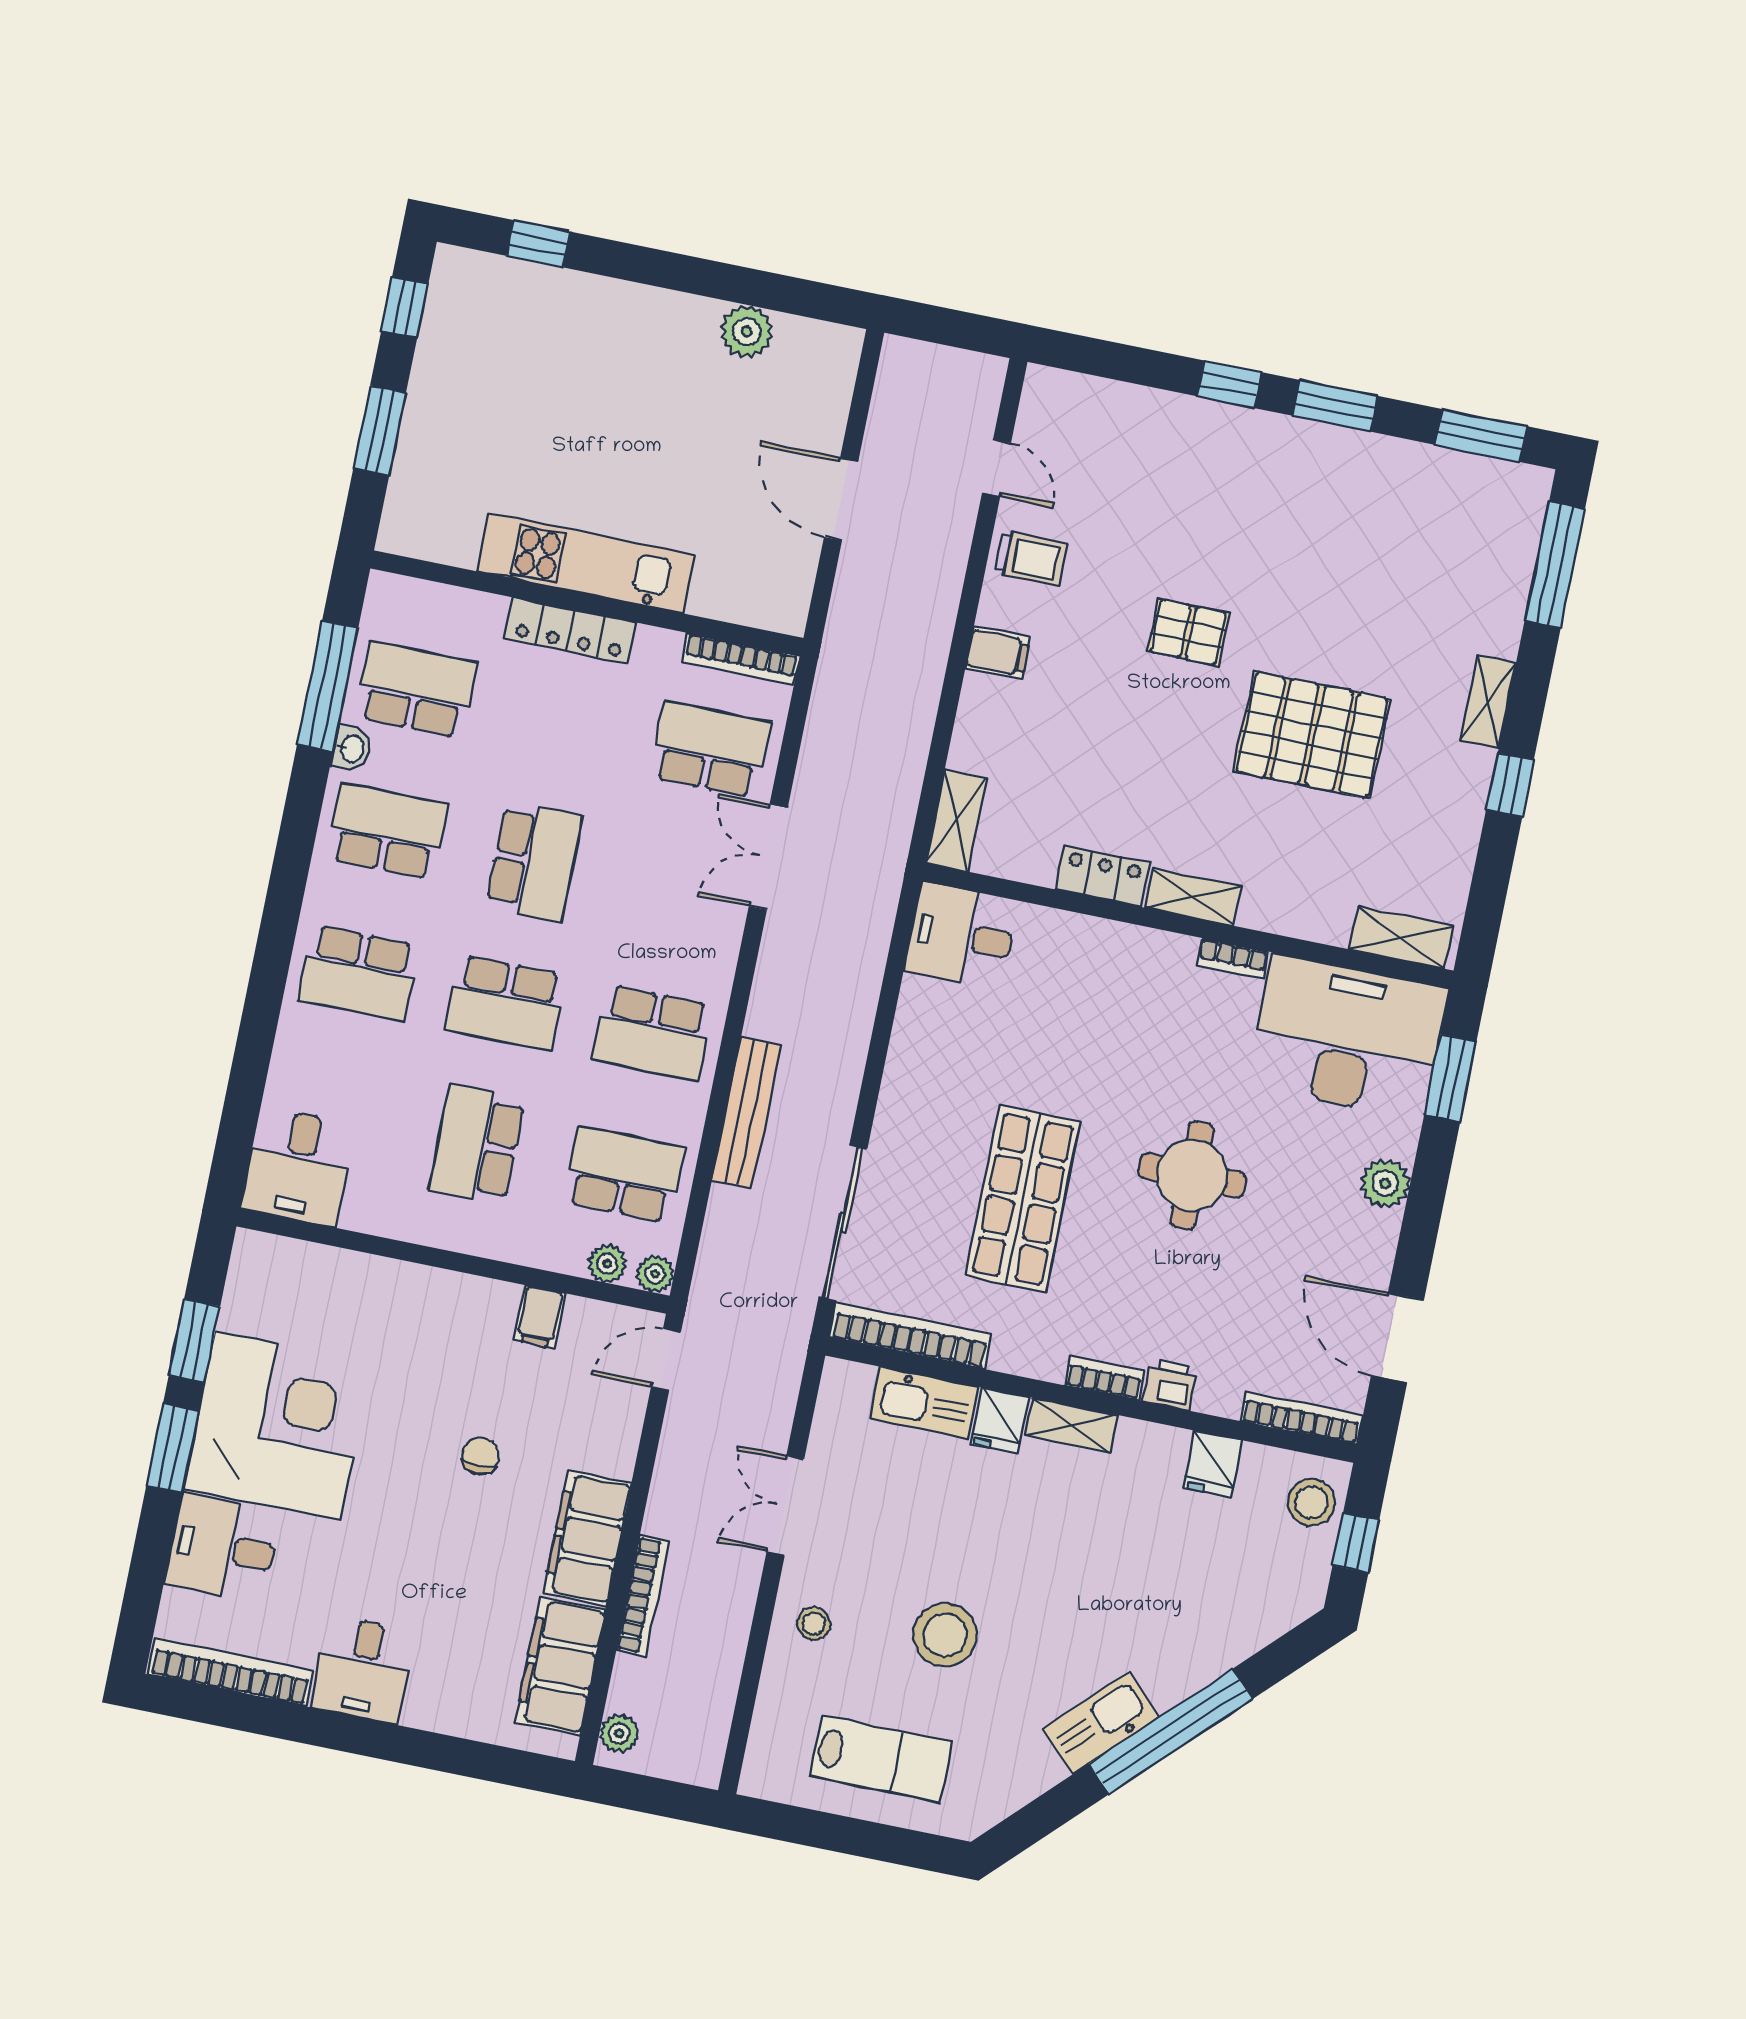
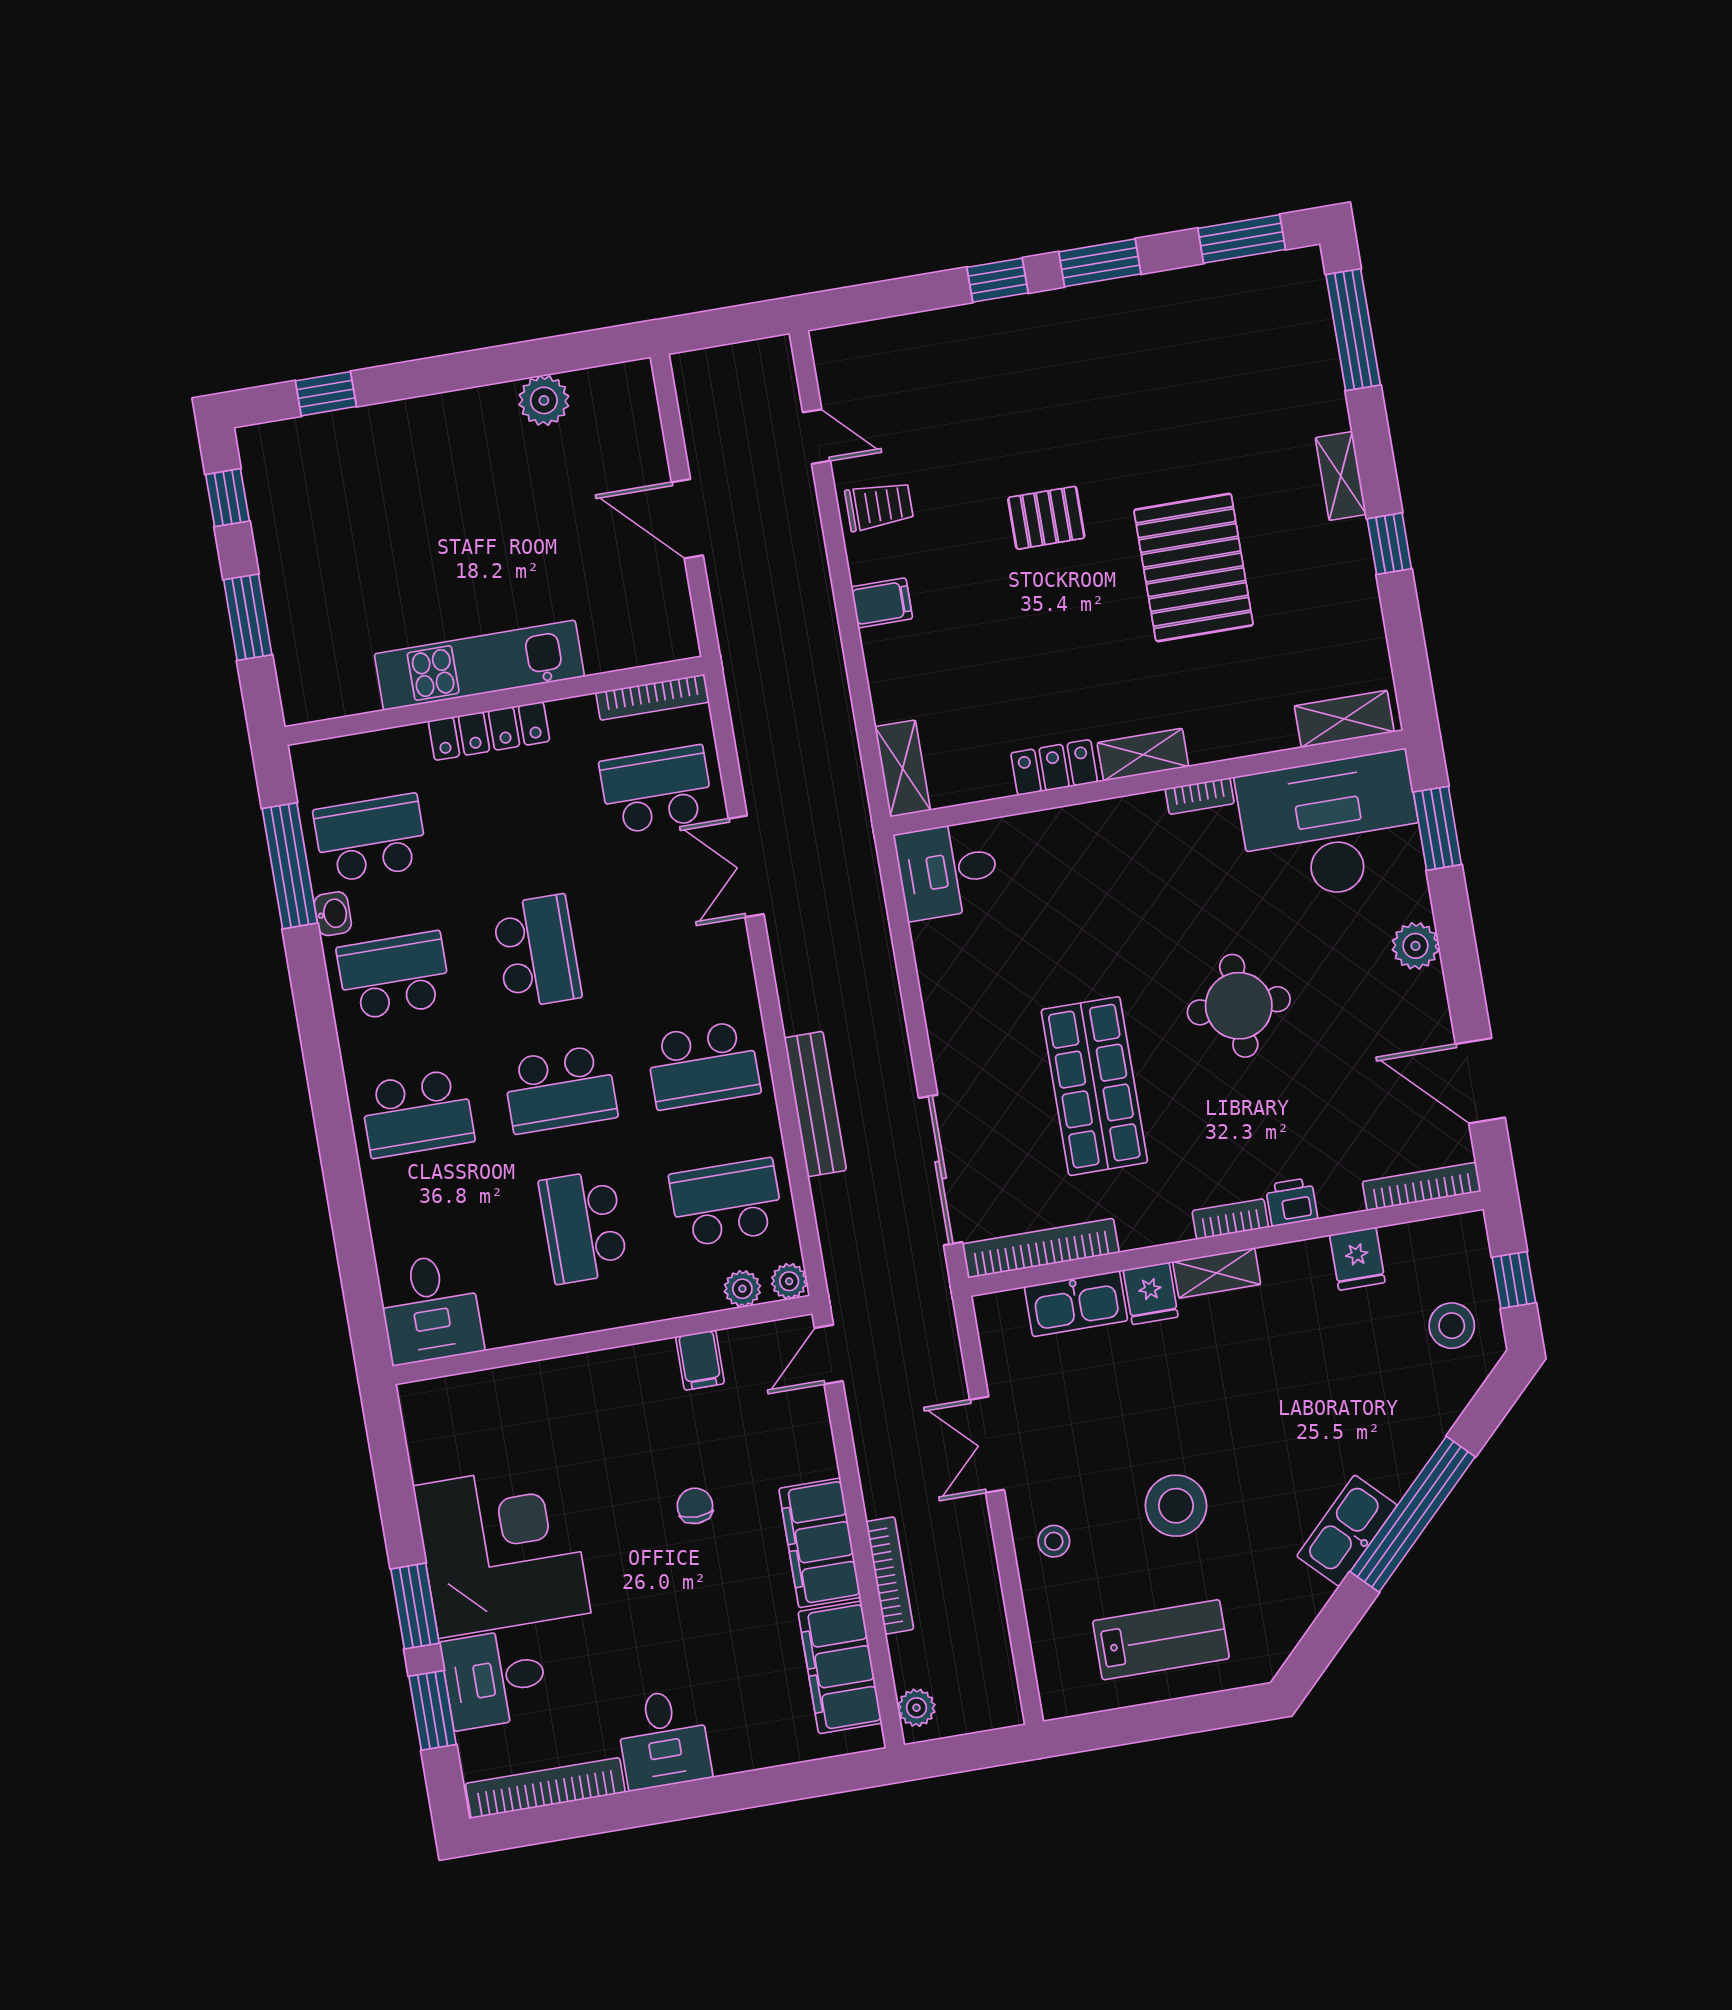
pallet: (1312, 735) -> (1194, 567), turned 90
window: (194, 1341) -> (433, 1710), moved
stool: (1311, 1502) -> (1452, 1326), moved

